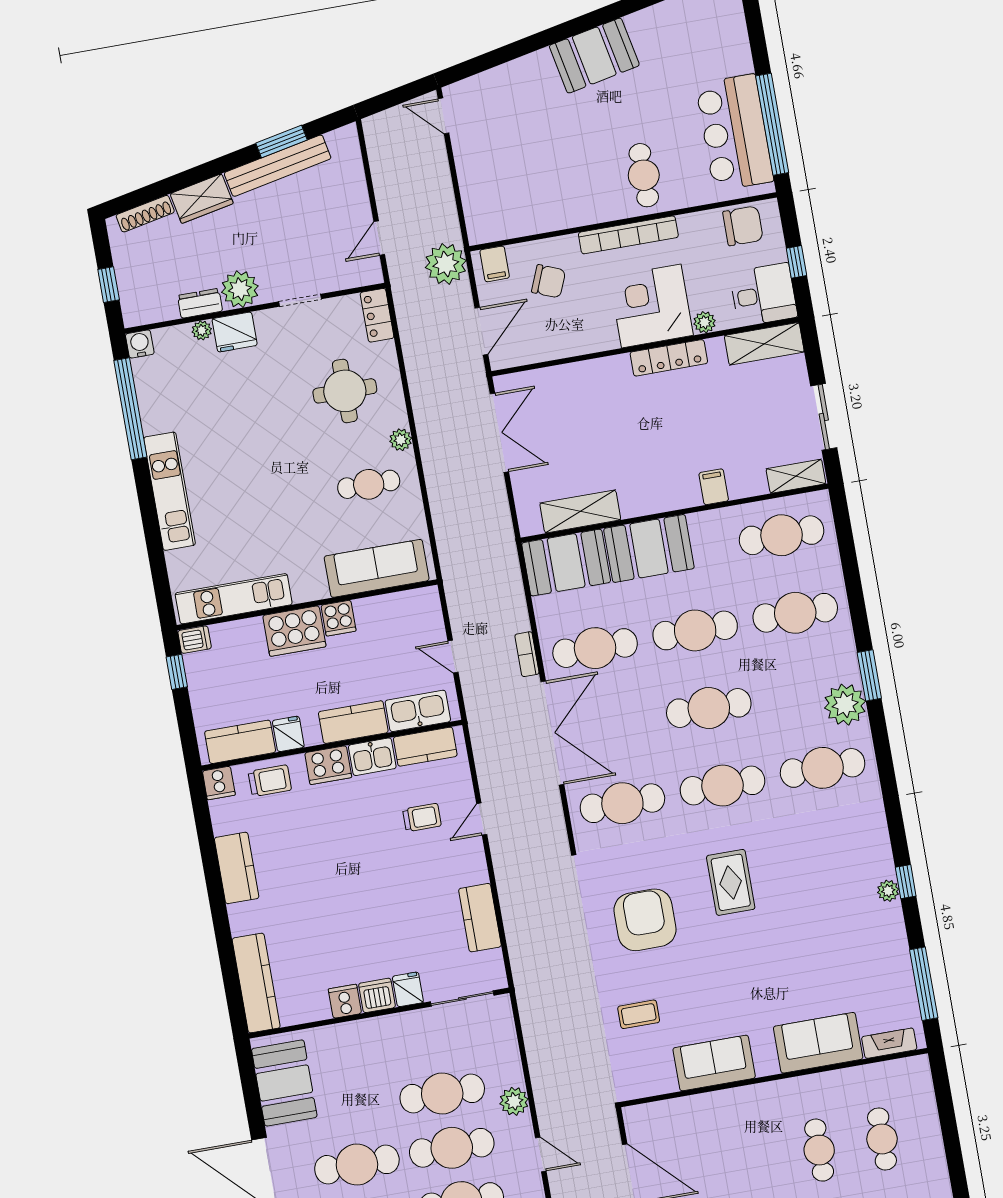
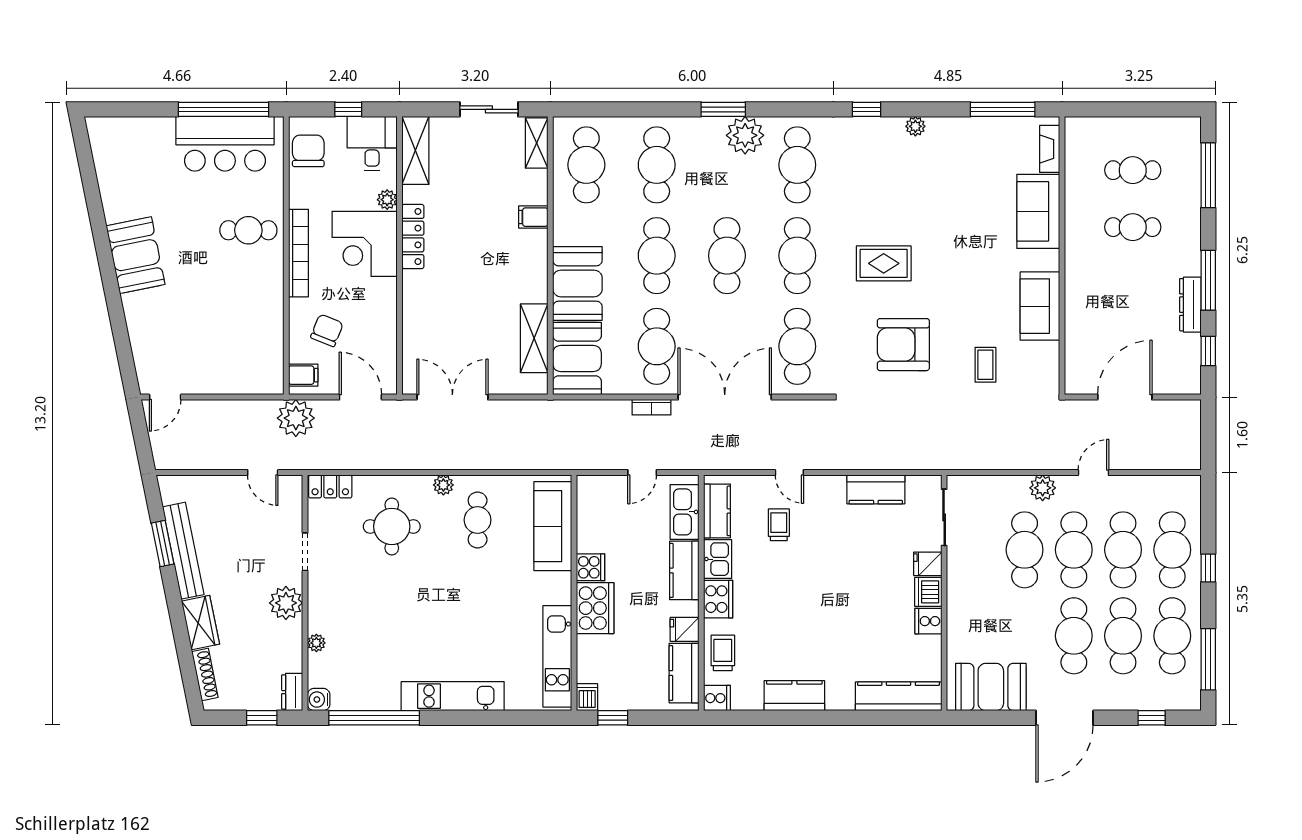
dresser: (200, 303) -> (292, 692), moved
fridge: (235, 332) -> (323, 614), removed
window: (906, 882) -> (867, 109), moved

